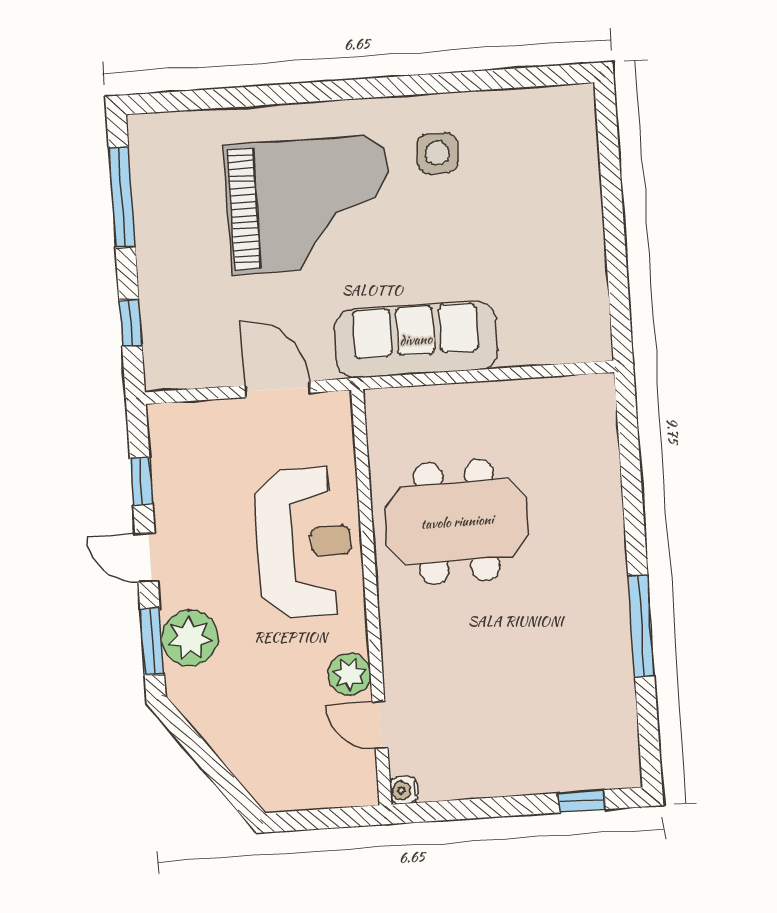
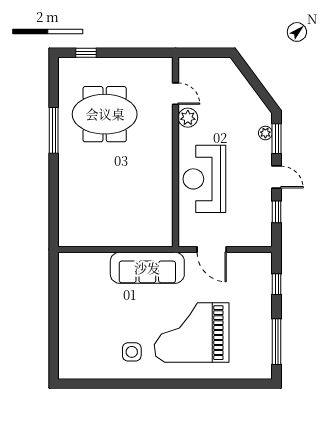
meeting table: (457, 522) -> (105, 114), moved
plant: (190, 638) -> (265, 133), width x0.53, depth x0.53
water cooler: (404, 790) -> (167, 63), removed

